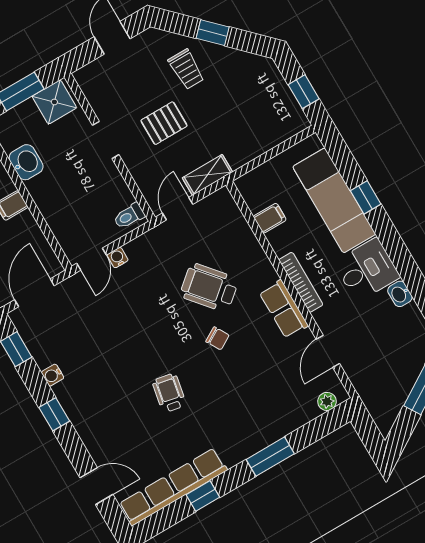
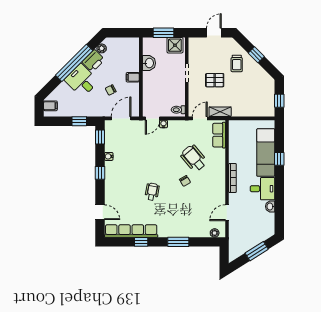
filing cabinet: (270, 218) -> (235, 144), removed
row of seats: (284, 309) -> (219, 135), moved

